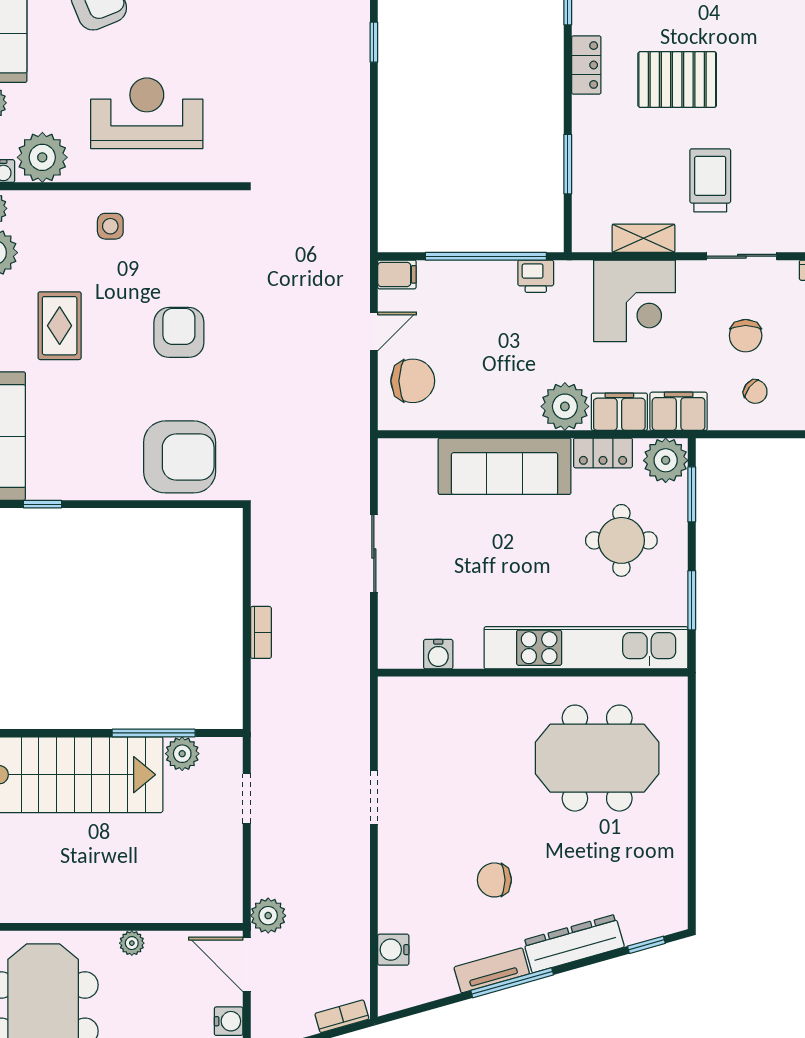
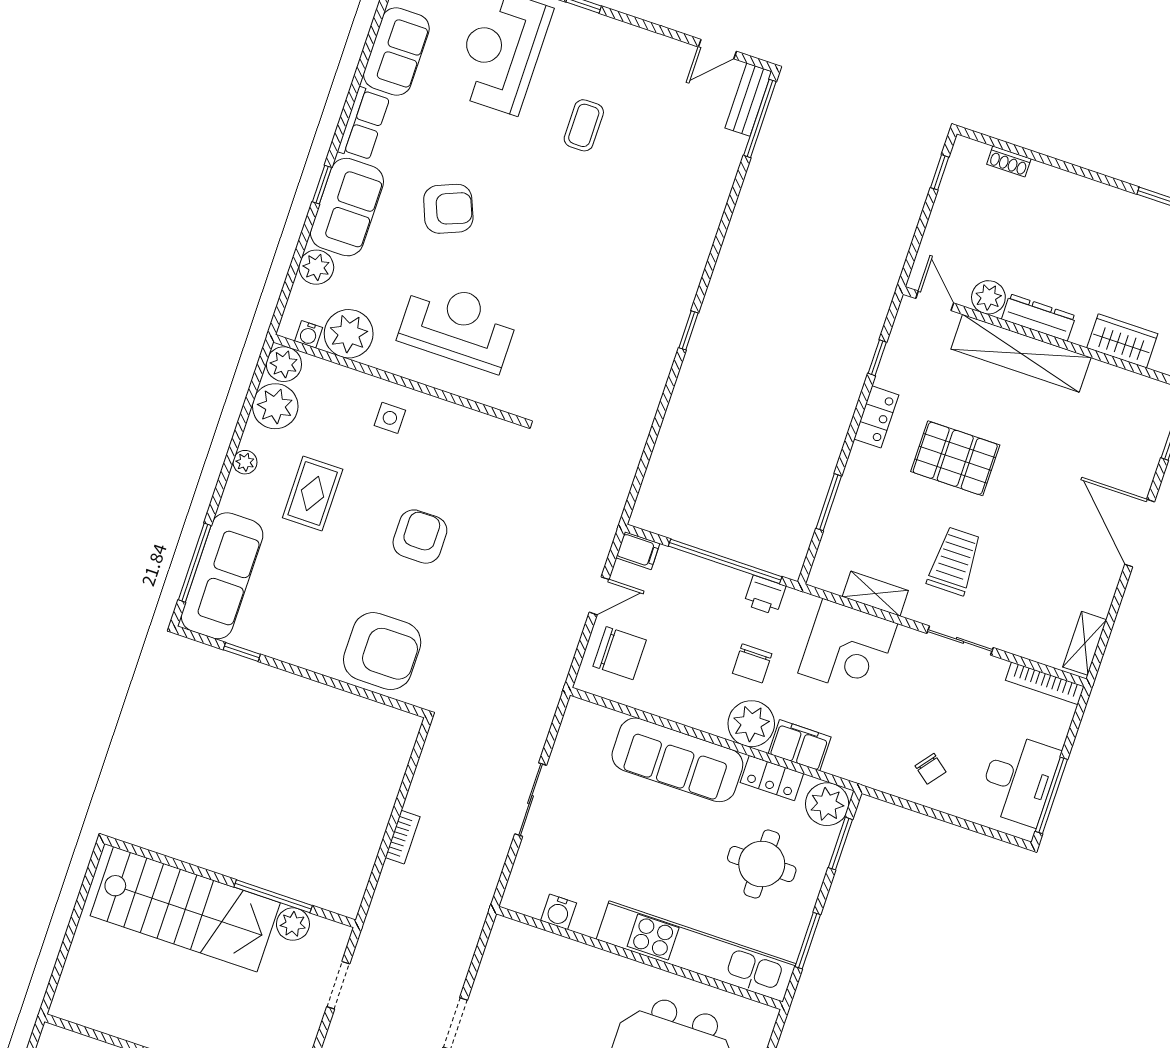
chair: (746, 336) -> (752, 663), moved
filing cabinet: (679, 411) -> (854, 763), removed

